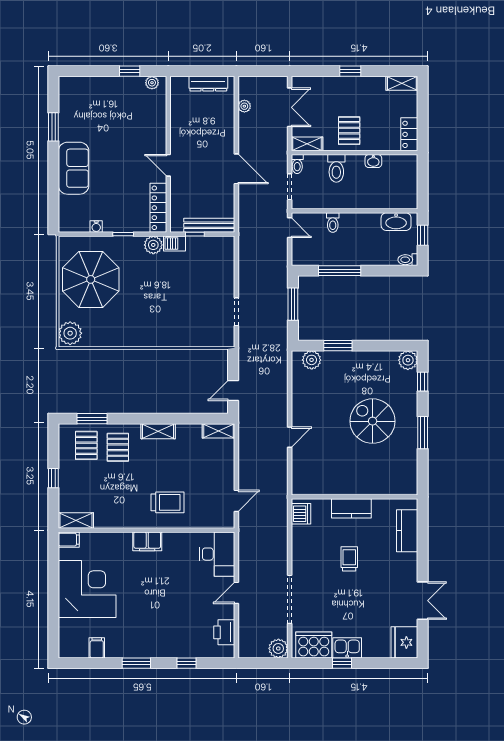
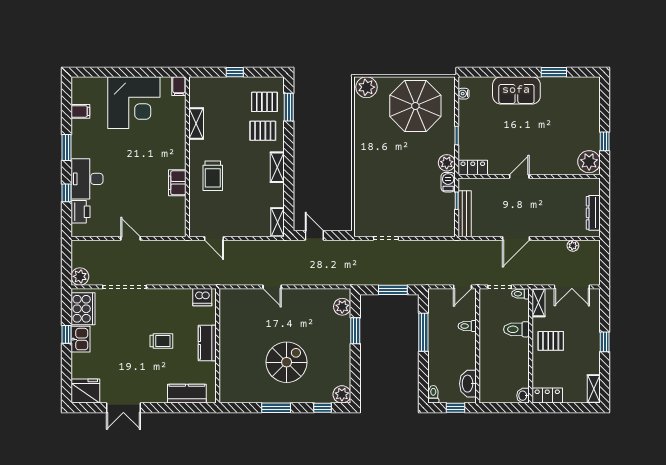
plant: (152, 83) -> (589, 162), width x1.88, depth x1.88
washbasin: (373, 161) -> (523, 396), moved
locker: (158, 208) -> (473, 167), width x0.66
water cooler: (96, 226) -> (463, 94), moved
shelving: (76, 521) -> (196, 124), moved
filing cabinet: (147, 541) -> (177, 183), moved
desk: (217, 554) -> (87, 179), moved, turned 90
printer: (224, 632) -> (80, 212), moved, turned 90

